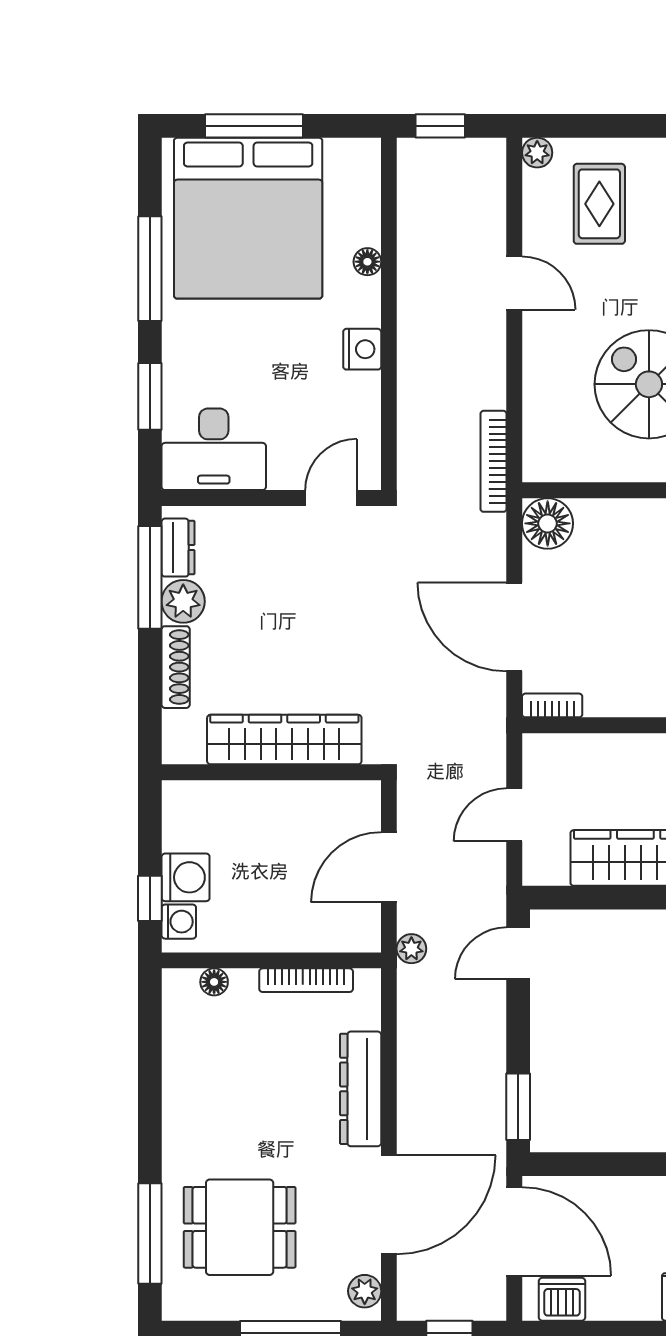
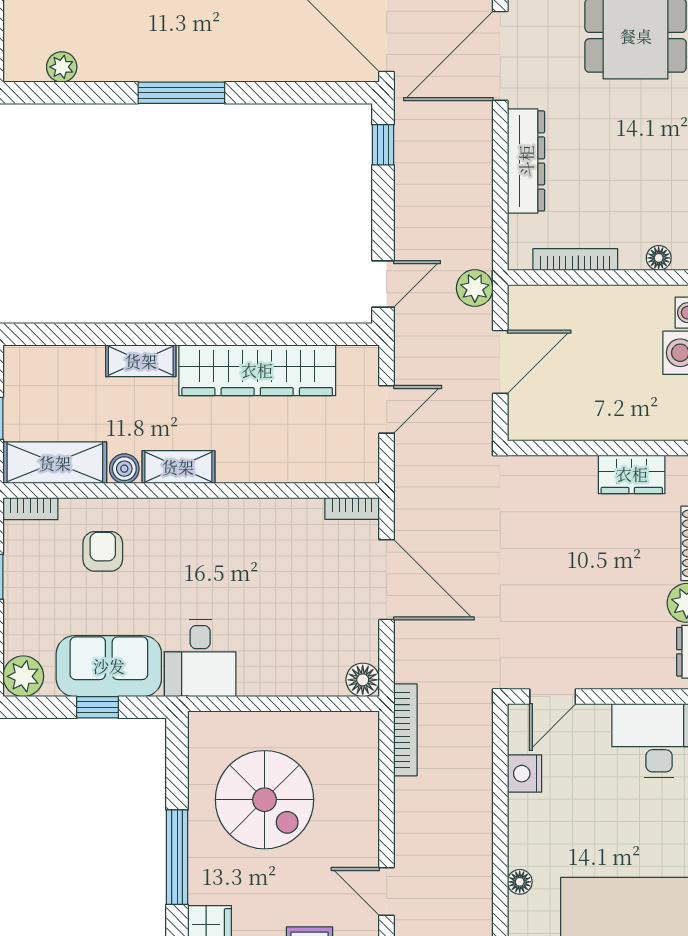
floor lamp: (367, 262) -> (520, 882), moved
nightstand: (362, 349) -> (524, 774), moved
floor lamp: (548, 523) -> (363, 680), width x0.73, depth x0.73
wardrobe: (284, 740) -> (632, 474), width x0.48, depth x0.85
plant: (411, 949) -> (475, 288), width x1.38, depth x1.38
window: (518, 1107) -> (383, 145), width x0.67

